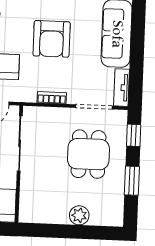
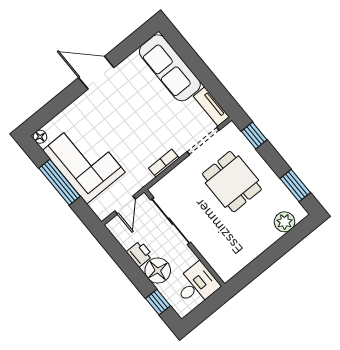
armchair: (52, 39) -> (123, 117), removed
window: (132, 181) -> (295, 185), moved
plant: (79, 215) -> (285, 222), moved

